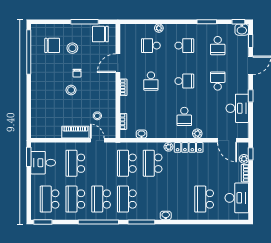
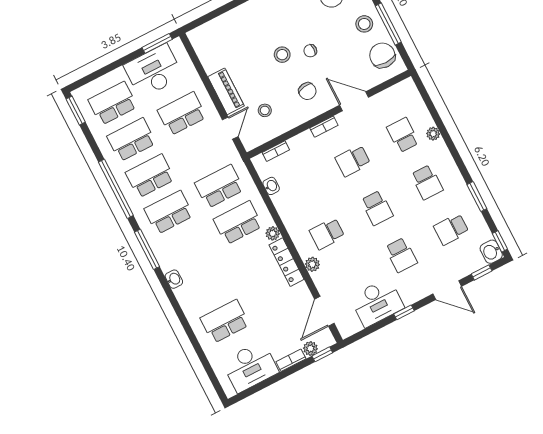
stool: (72, 48) -> (364, 24), moved
school desk: (218, 81) -> (401, 255), turned 90
chair: (99, 86) -> (307, 91), added
desk: (43, 163) -> (153, 71), width x1.37

